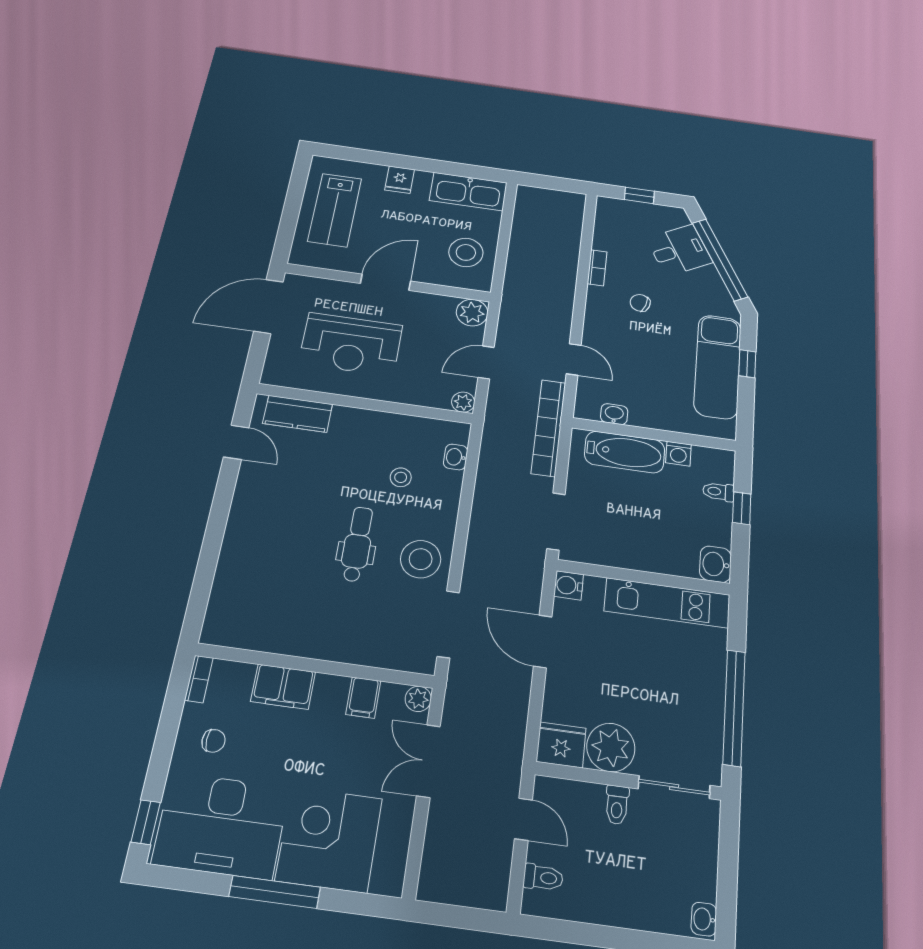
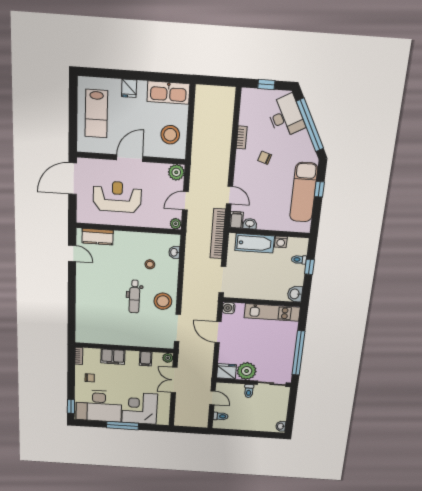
desk: (679, 250) -> (286, 116), width x1.37
reception desk: (351, 344) -> (117, 197), turned 180
filing cabinet: (587, 405) -> (236, 220), added
dental chair: (357, 544) -> (134, 297), turned 180

